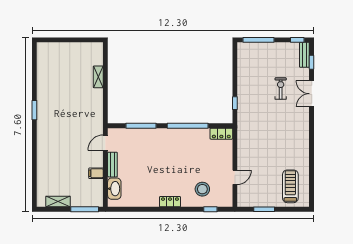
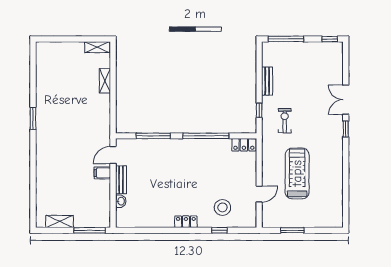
shelving: (91, 47) -> (97, 47), added
bench: (304, 55) -> (267, 81), moved
window: (312, 62) -> (346, 129), moved
exercise bike: (281, 89) -> (285, 121), moved
filing cabinet: (96, 173) -> (102, 173), moved
treadmill: (290, 186) -> (297, 173), moved, width x1.37, depth x1.38
washbasin: (114, 189) -> (121, 201), width x0.52, depth x0.69
window: (210, 209) -> (219, 230), moved

